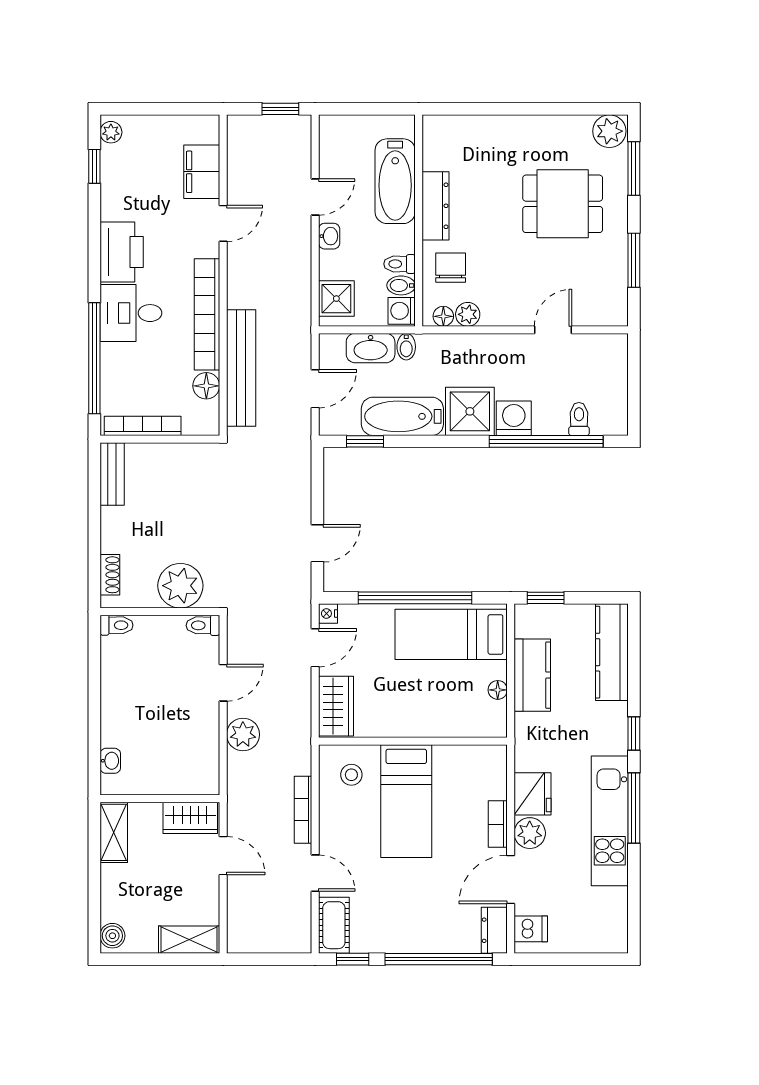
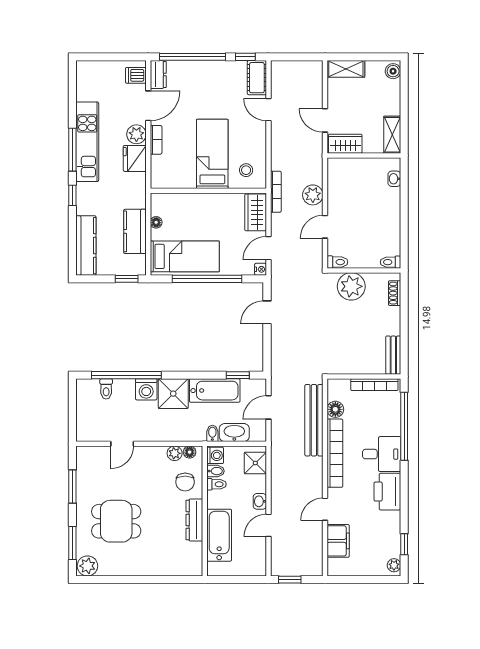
bookcase: (303, 810) -> (276, 192), moved

